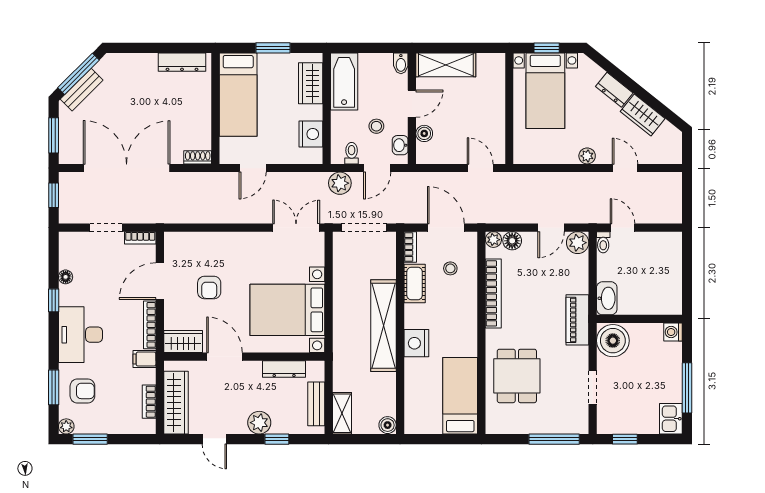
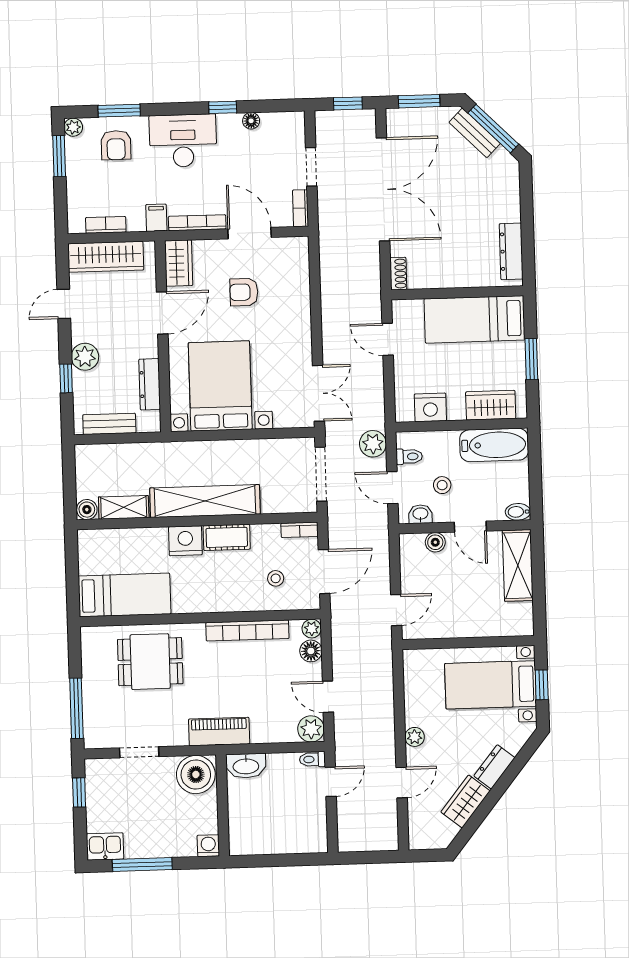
cot: (415, 284) -> (227, 537), moved
shelving: (342, 413) -> (124, 507), moved

